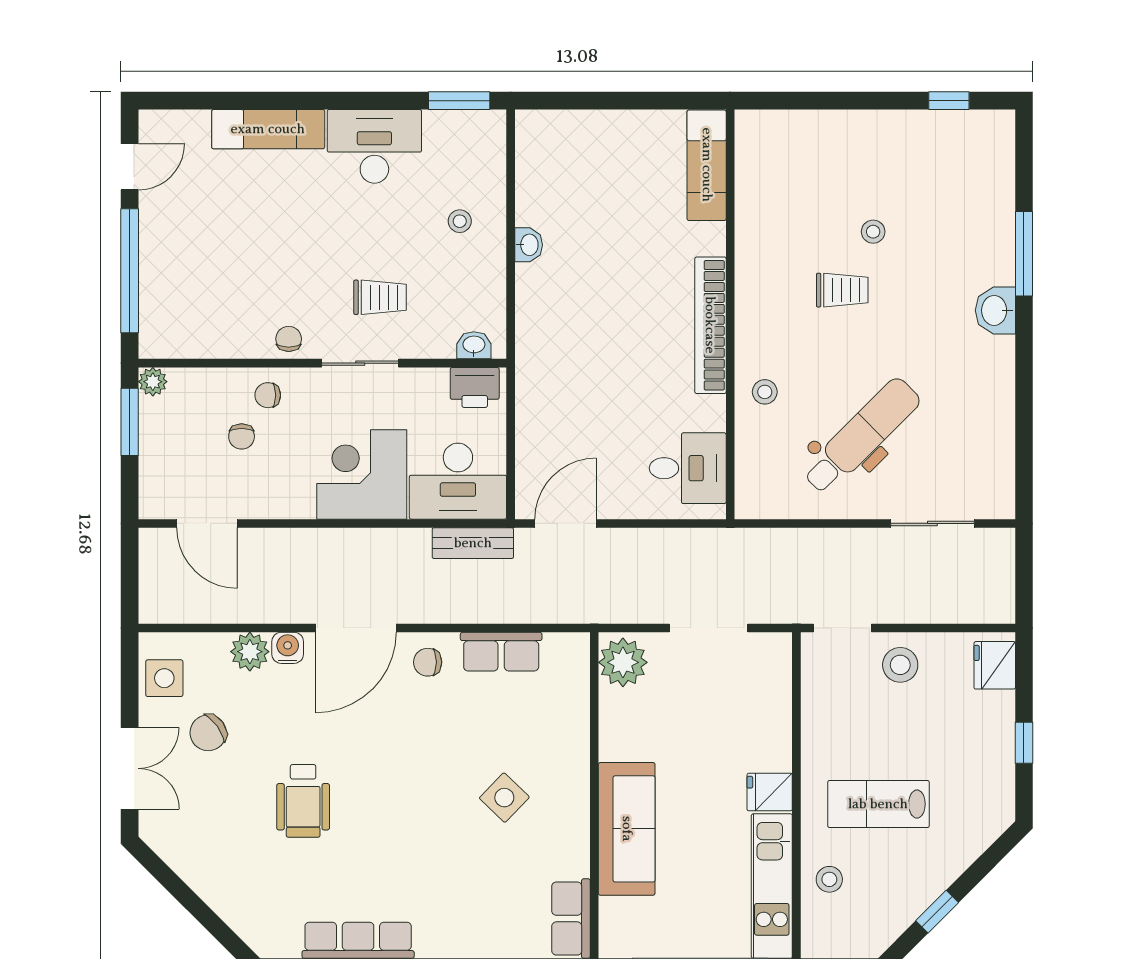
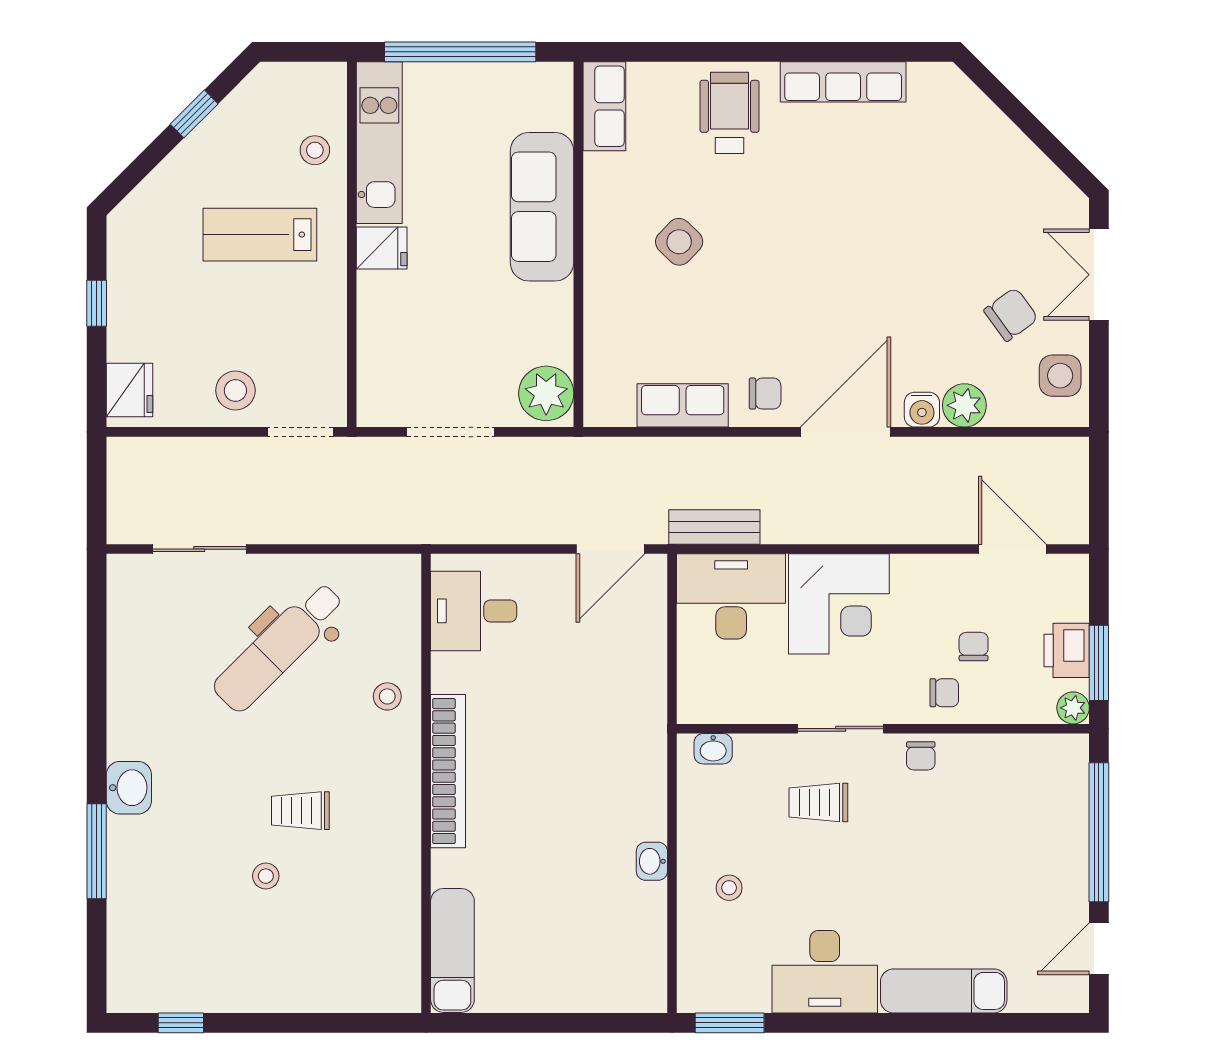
printer: (475, 387) -> (1067, 650), moved, turned -90
wheelchair: (303, 801) -> (730, 113), moved
lab bench: (878, 804) -> (260, 235), turned 180

